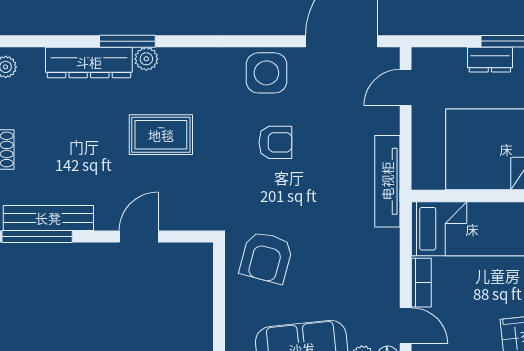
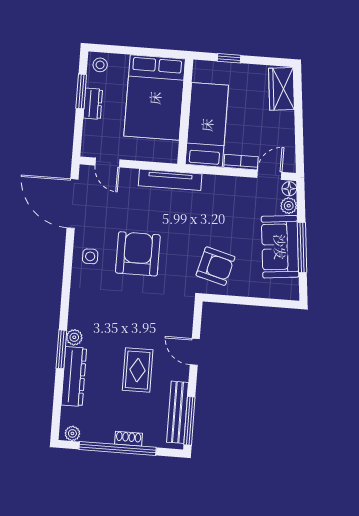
side table: (266, 73) -> (90, 256), width x0.54, depth x0.54
rug: (161, 135) -> (138, 370), moved
armchair: (275, 142) -> (138, 254), width x1.88, depth x1.88

